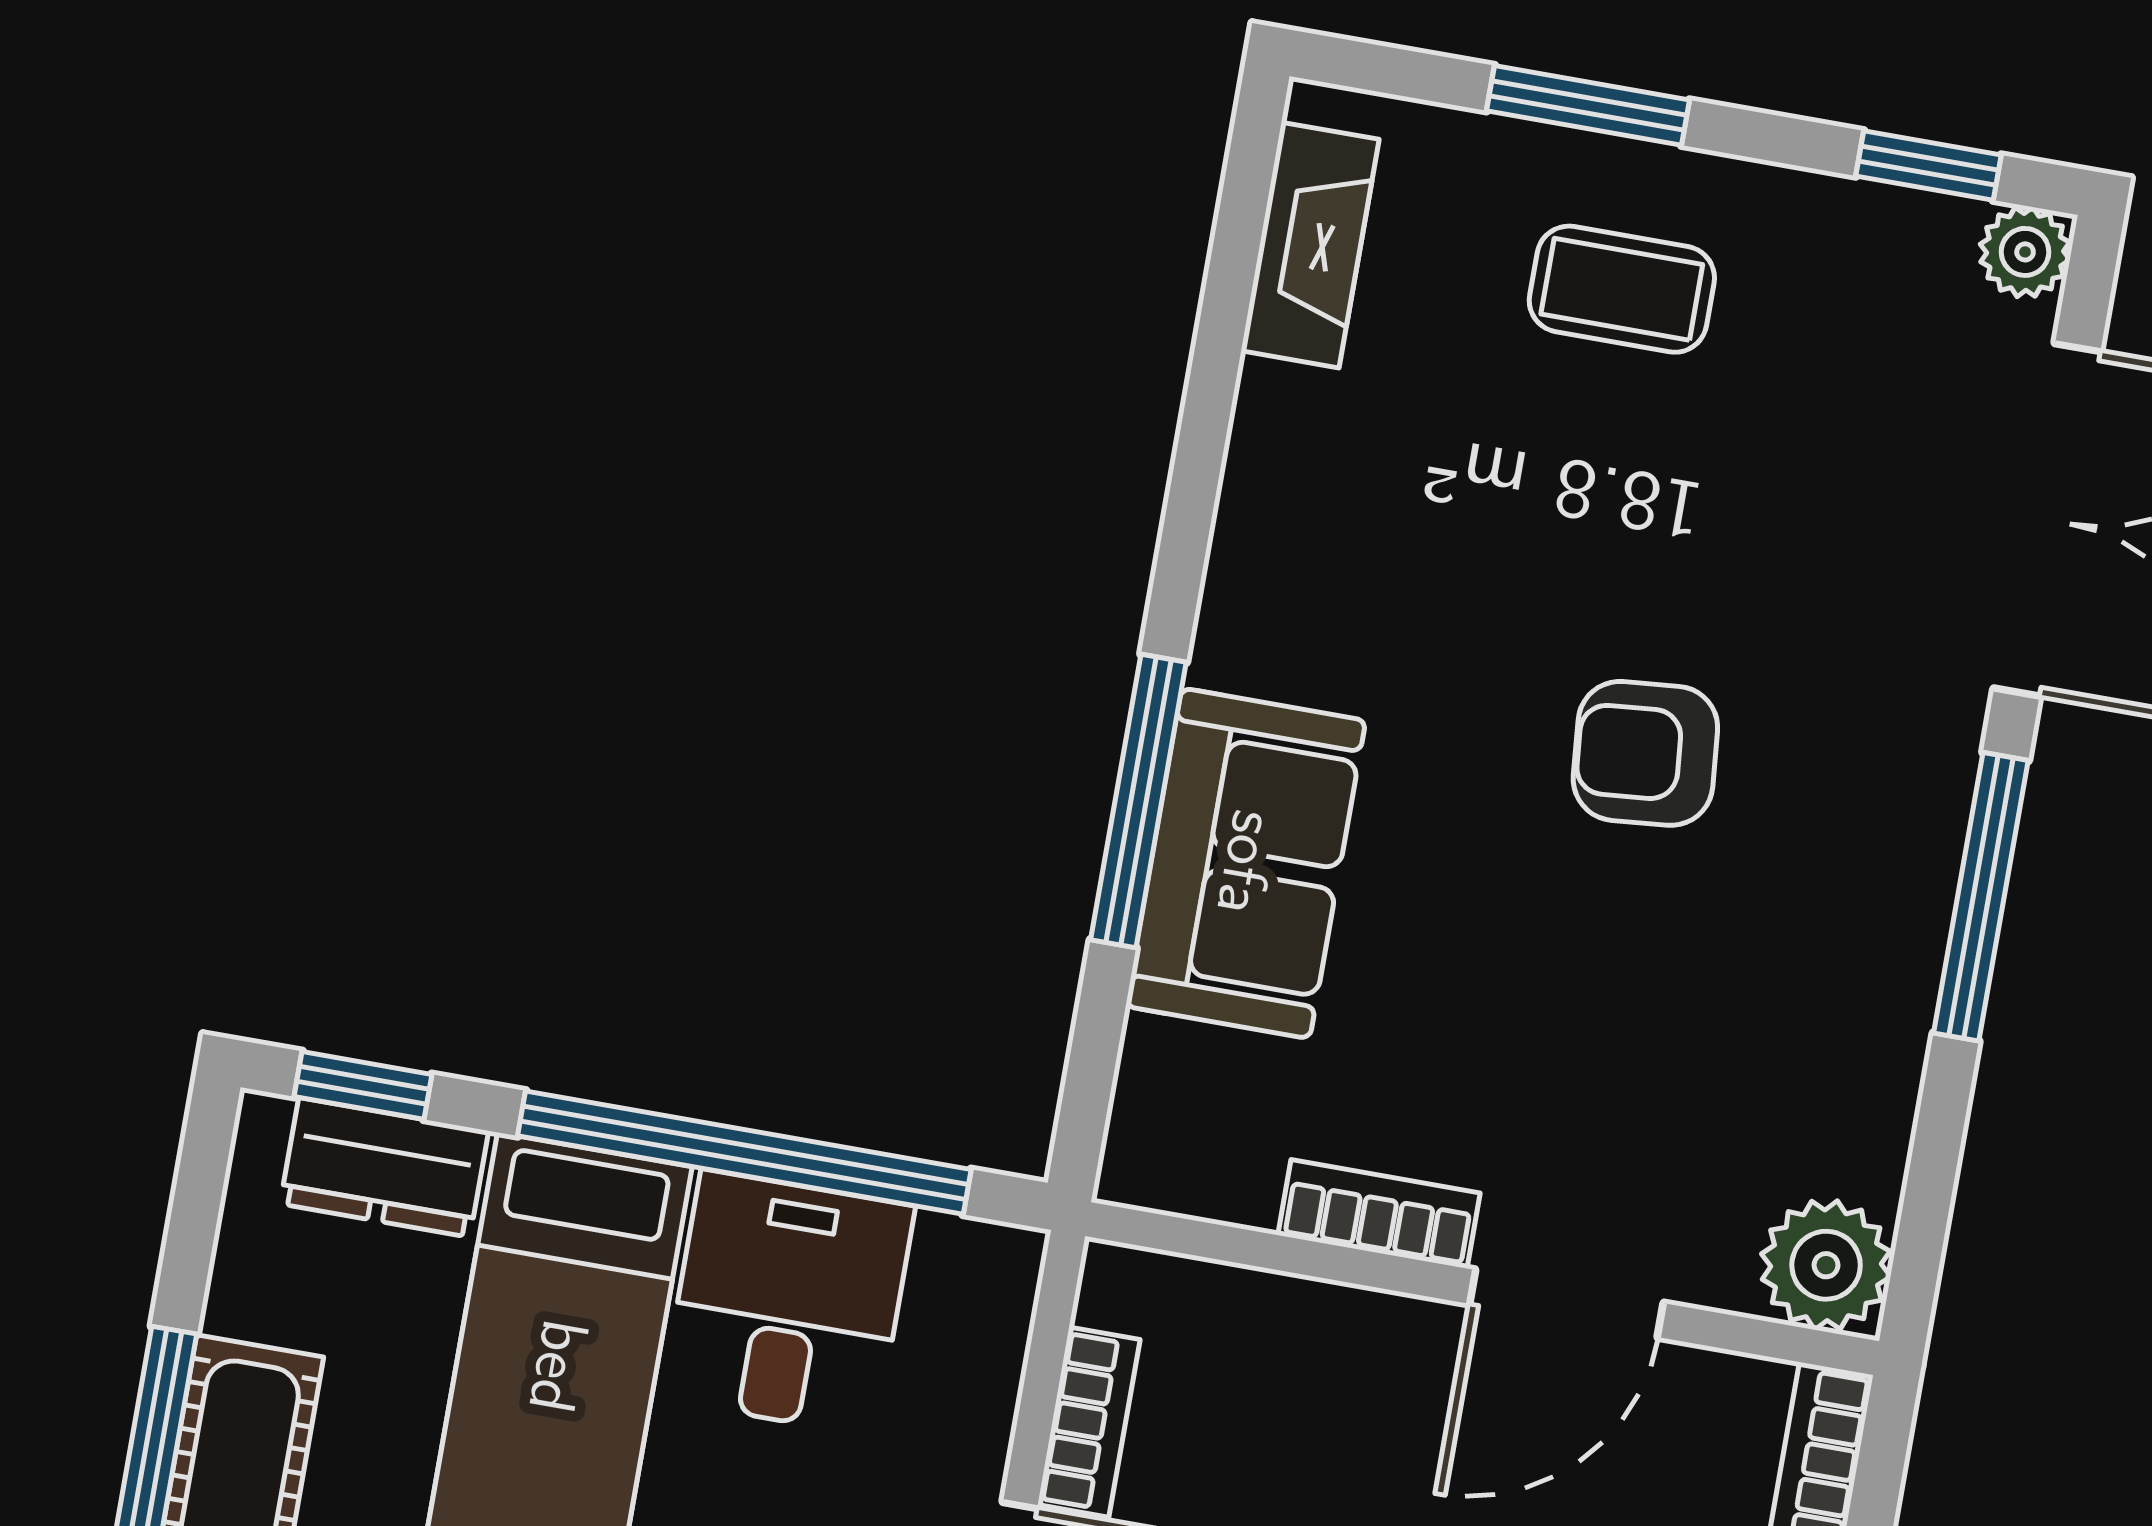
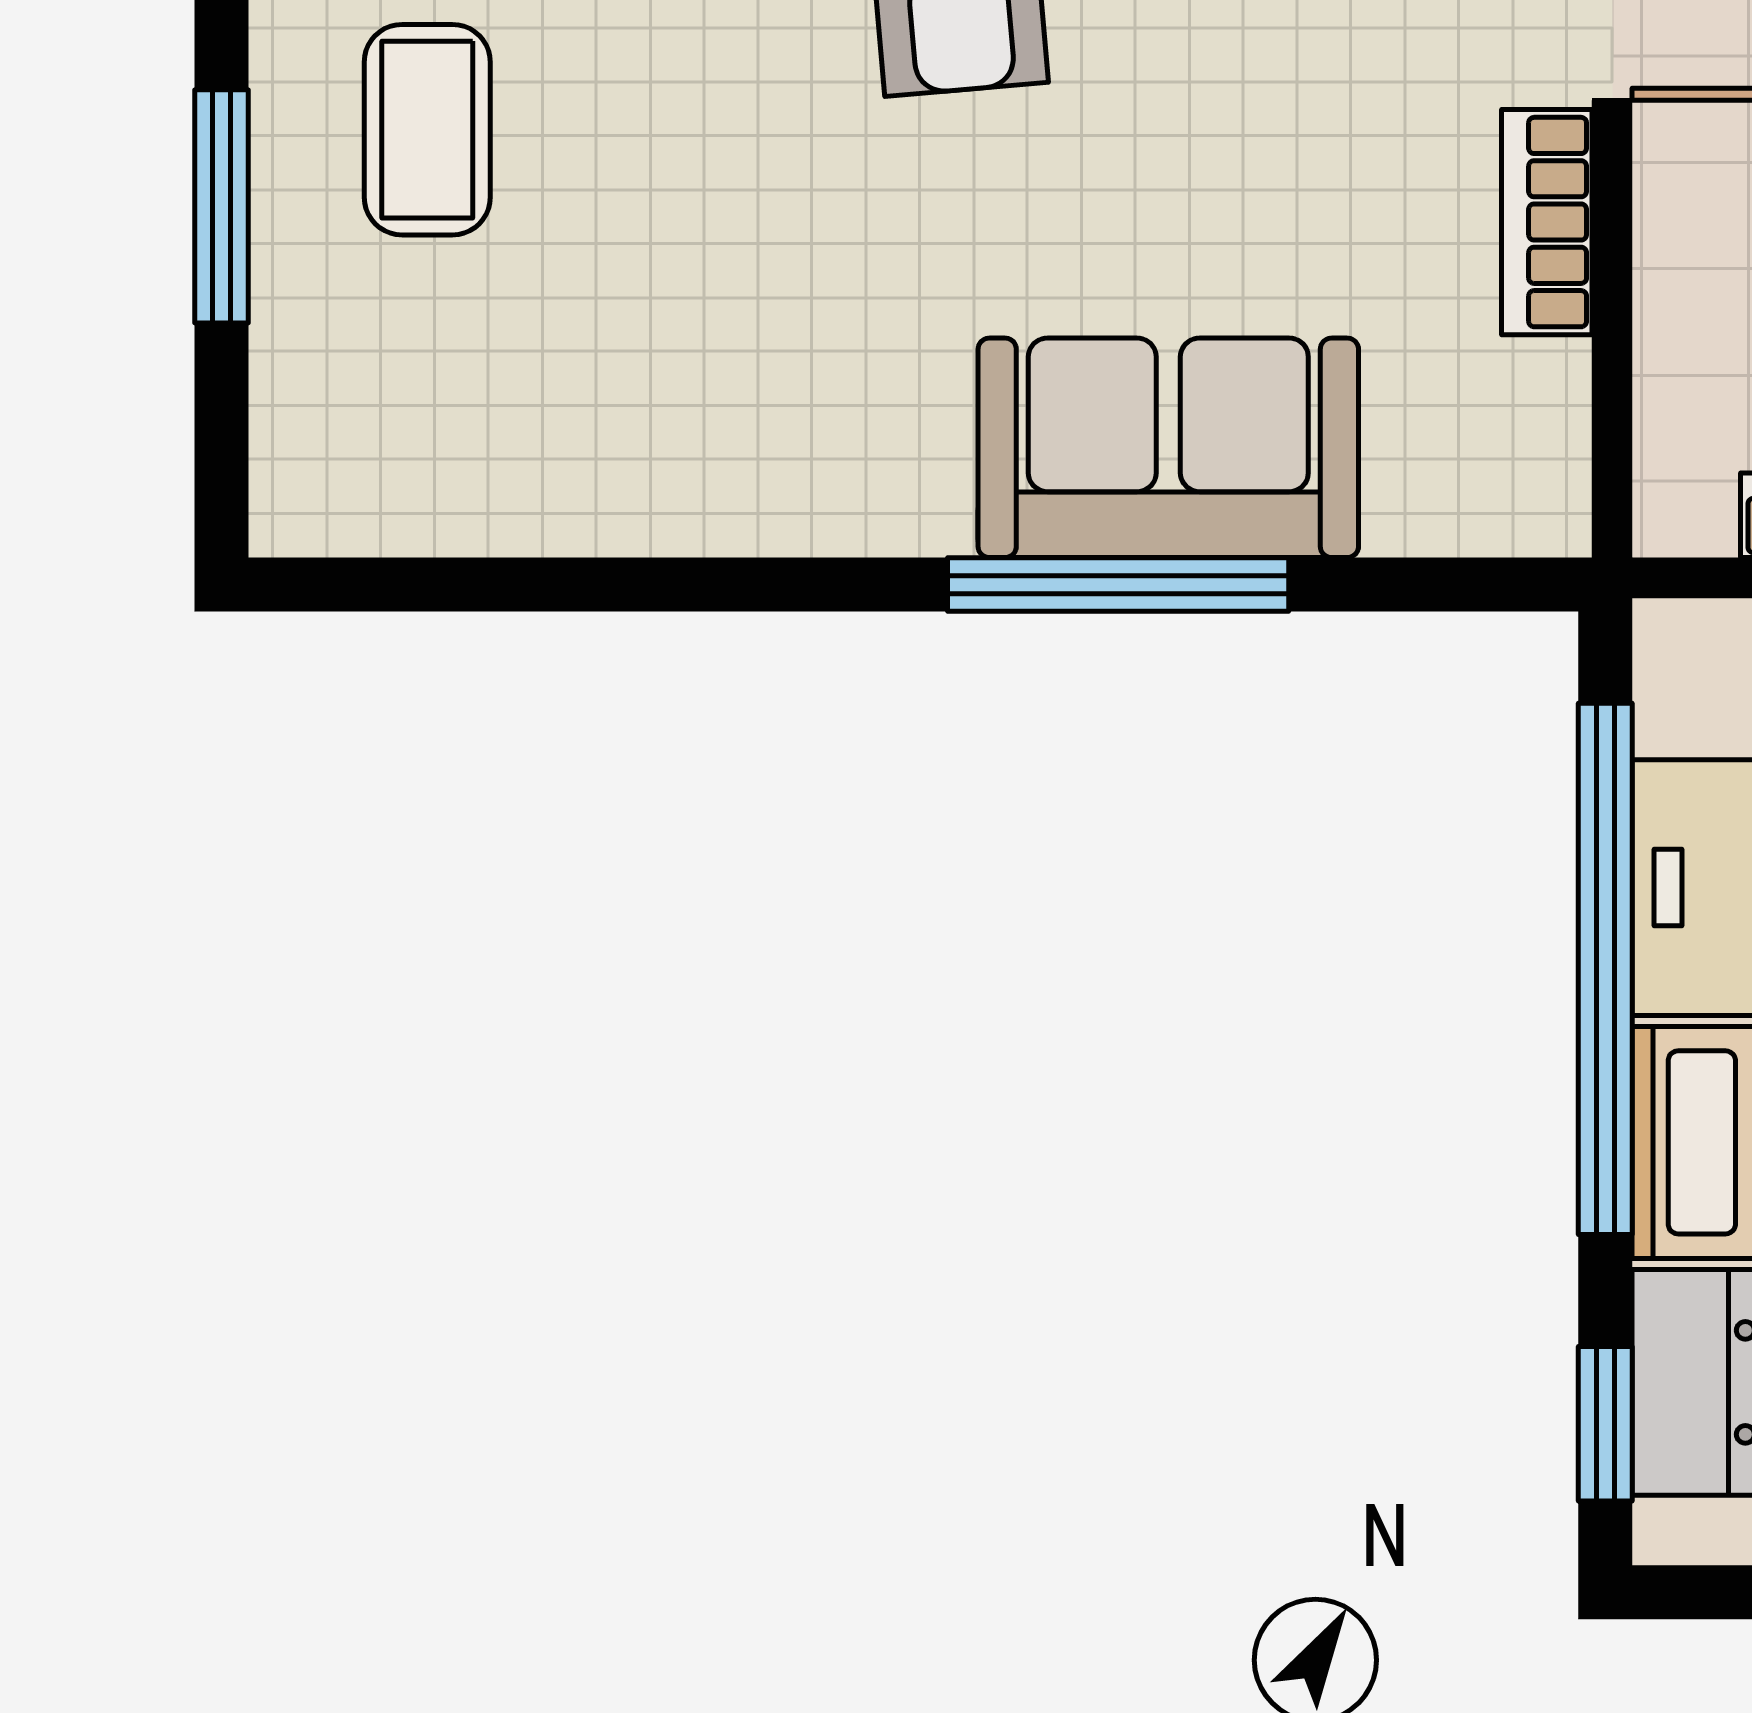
fireplace: (1310, 245) -> (440, 499), removed

